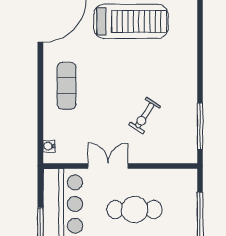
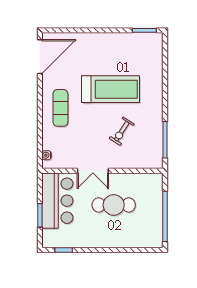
treadmill: (131, 21) -> (110, 89), moved
double door: (108, 166) -> (93, 171), swing flipped

